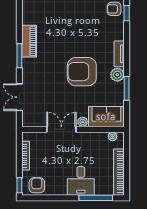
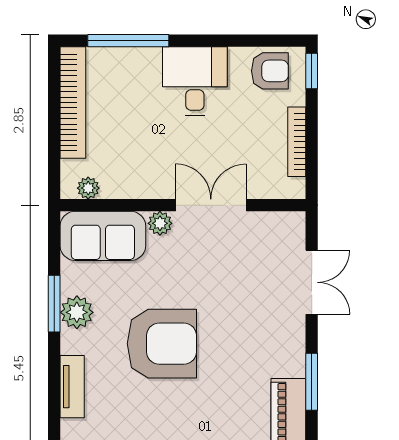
plant: (117, 75) -> (77, 312), moved
double door: (61, 129) -> (211, 205), swing flipped
desk: (81, 181) -> (195, 81), moved
armchair: (37, 185) -> (270, 71), turned -90

